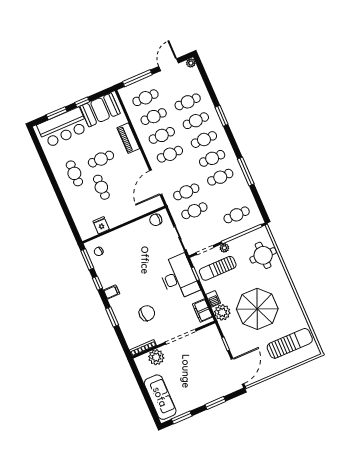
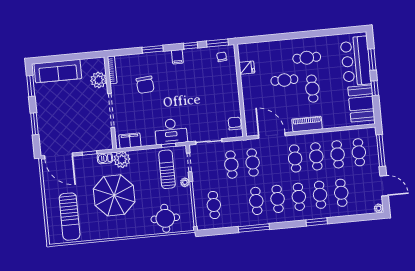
piano: (128, 138) -> (307, 124), moved
desk: (179, 277) -> (171, 131), width x0.73, depth x0.77
barbecue: (213, 299) -> (105, 158), moved

